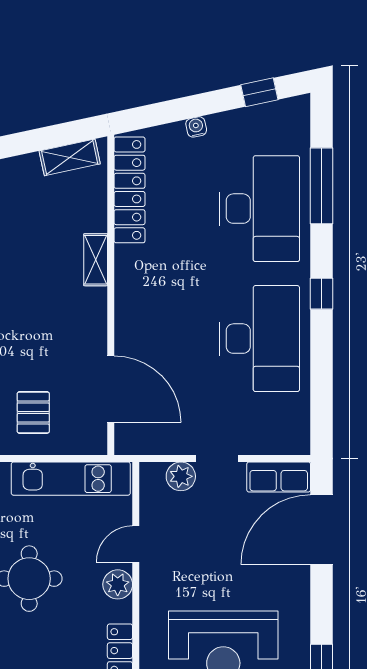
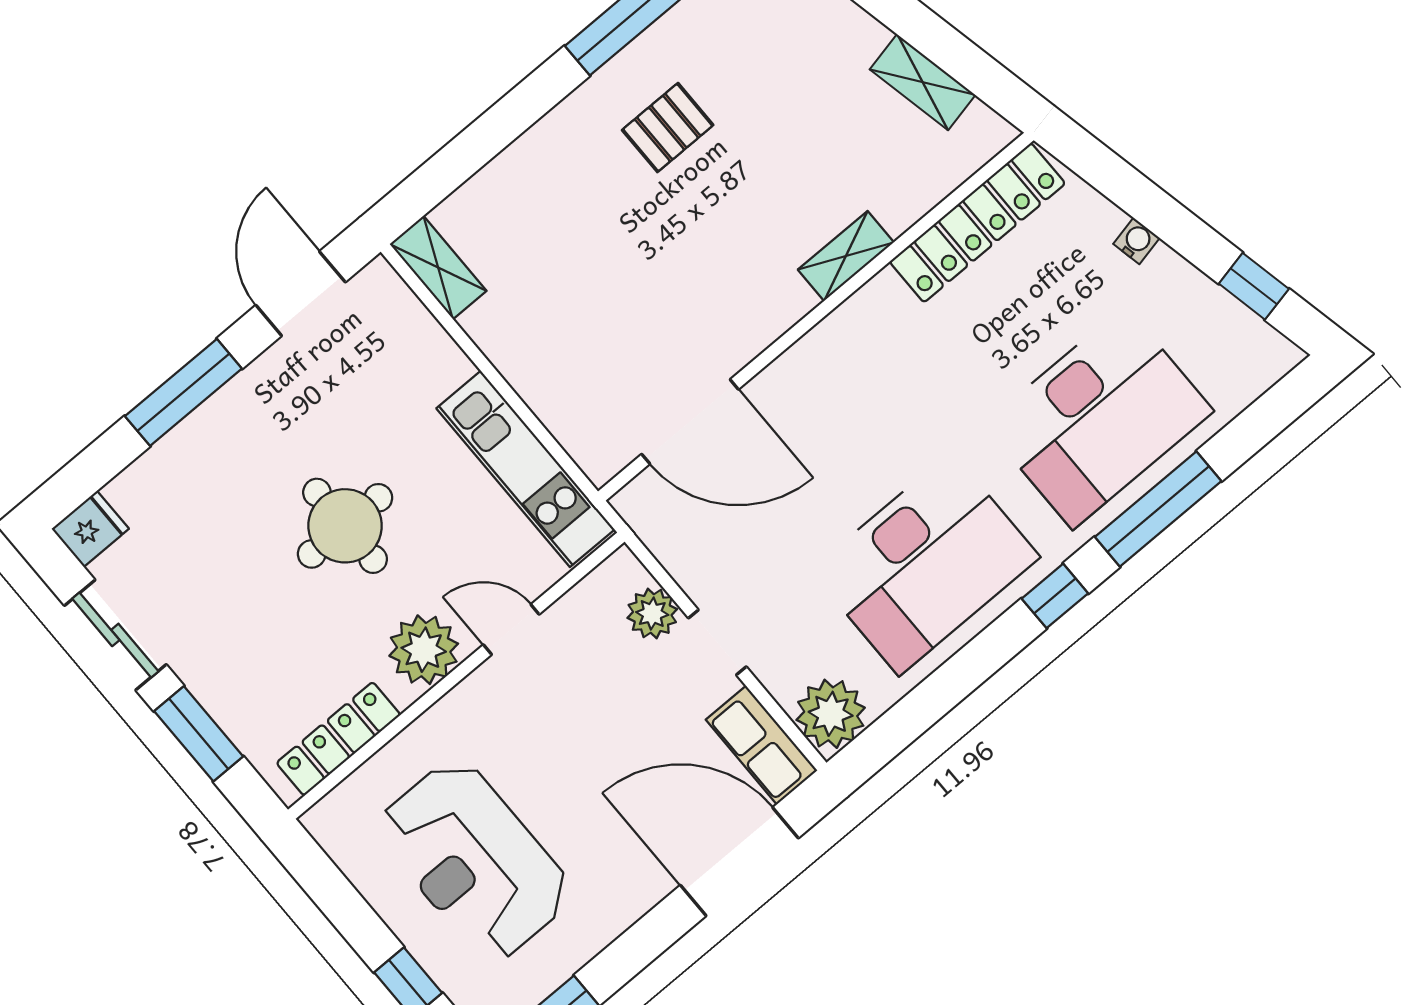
shelving: (70, 157) -> (923, 82), moved
window: (322, 186) -> (1158, 509), moved
door: (111, 389) -> (690, 422), hinge flipped
pallet: (33, 412) -> (572, 344), removed
plant: (291, 435) -> (831, 714), added
plant: (118, 584) -> (424, 650), width x1.36, depth x1.36

